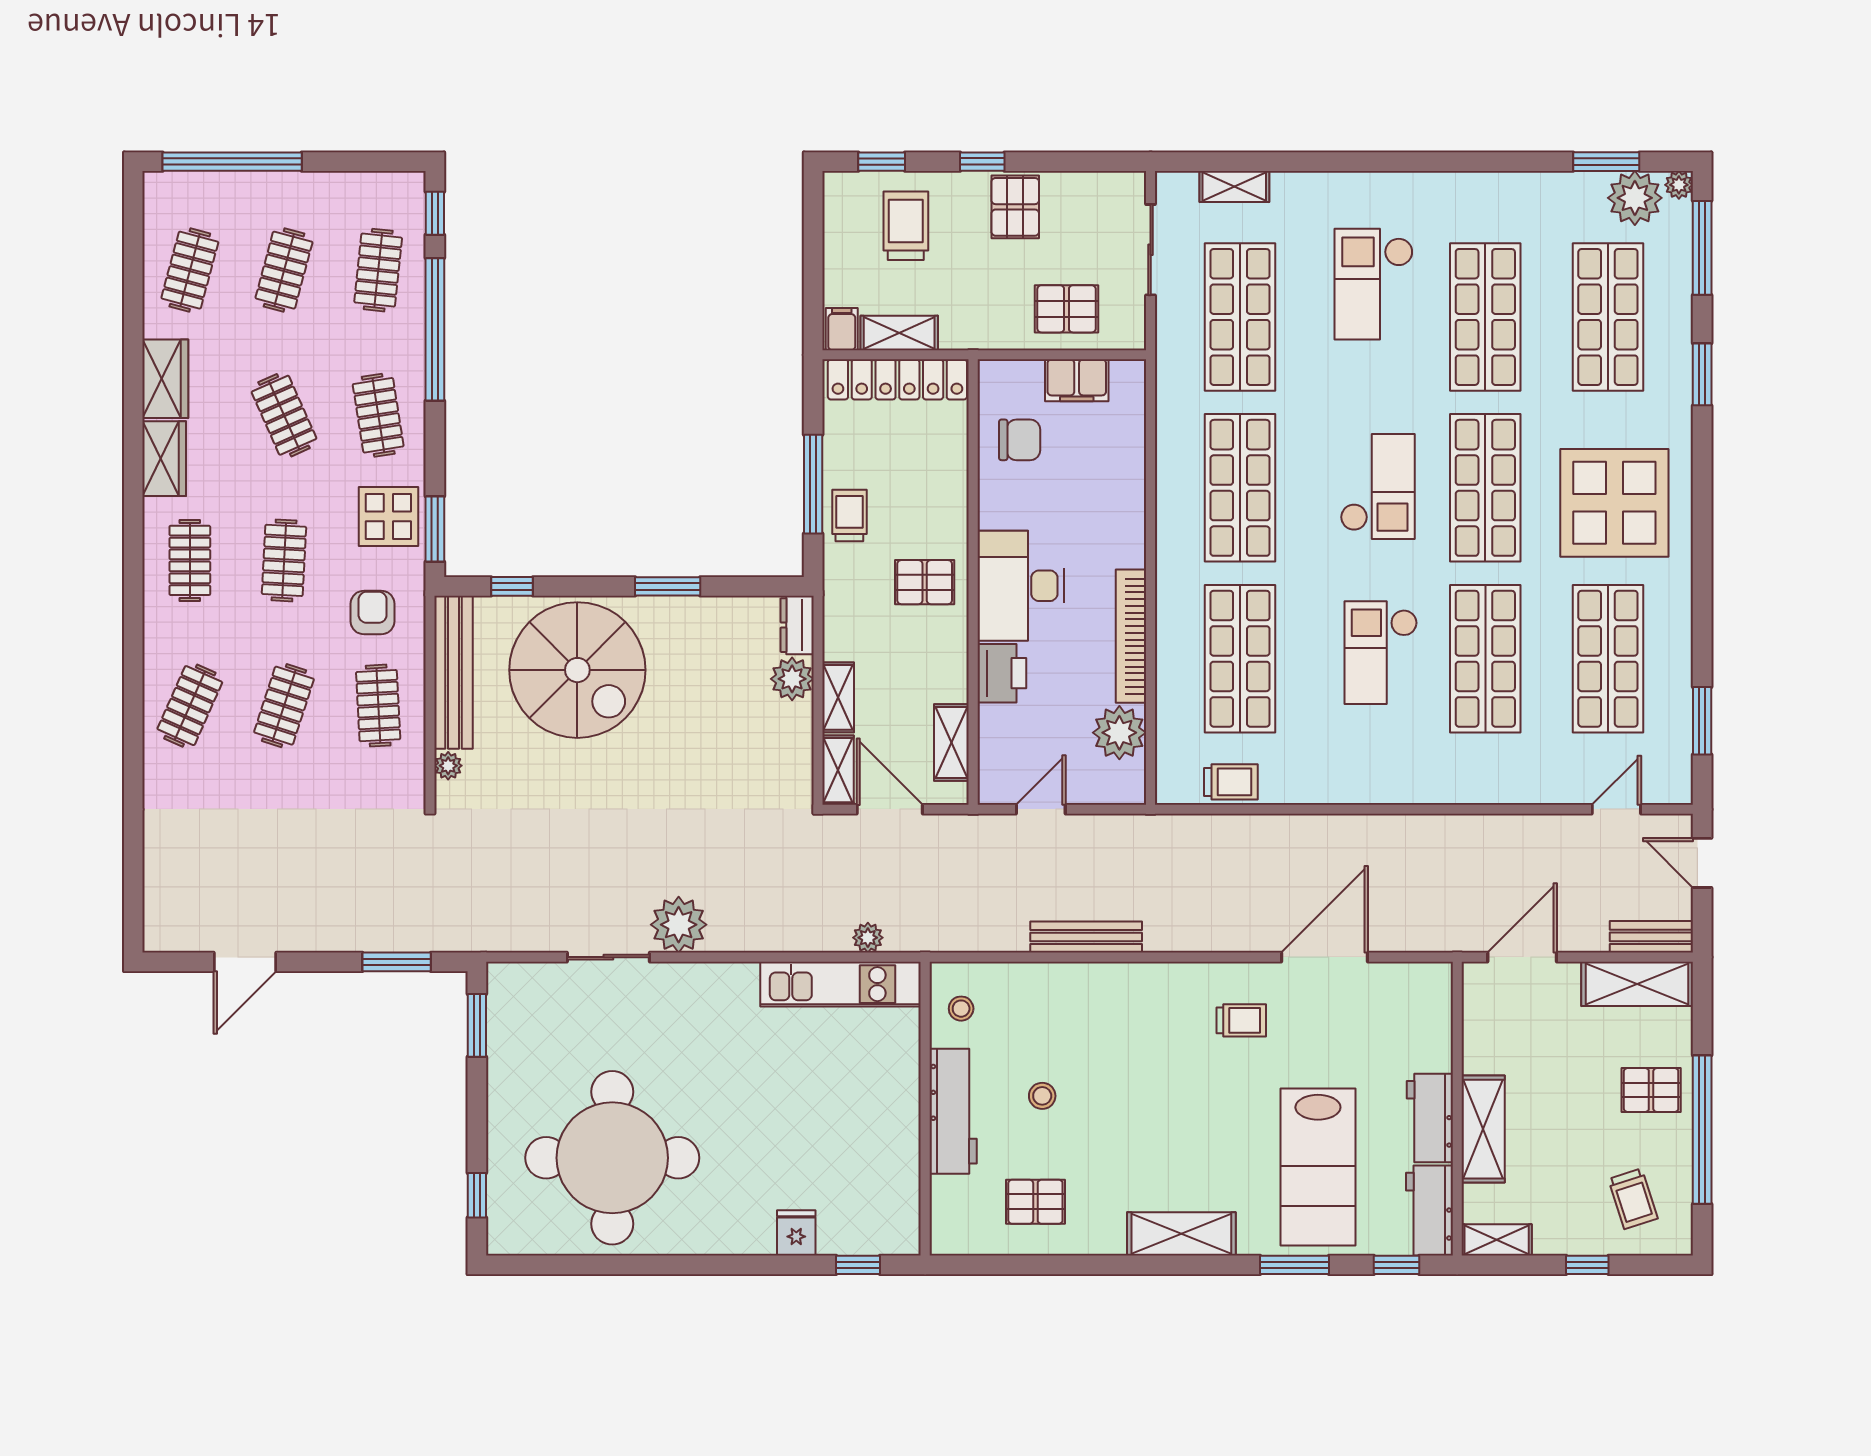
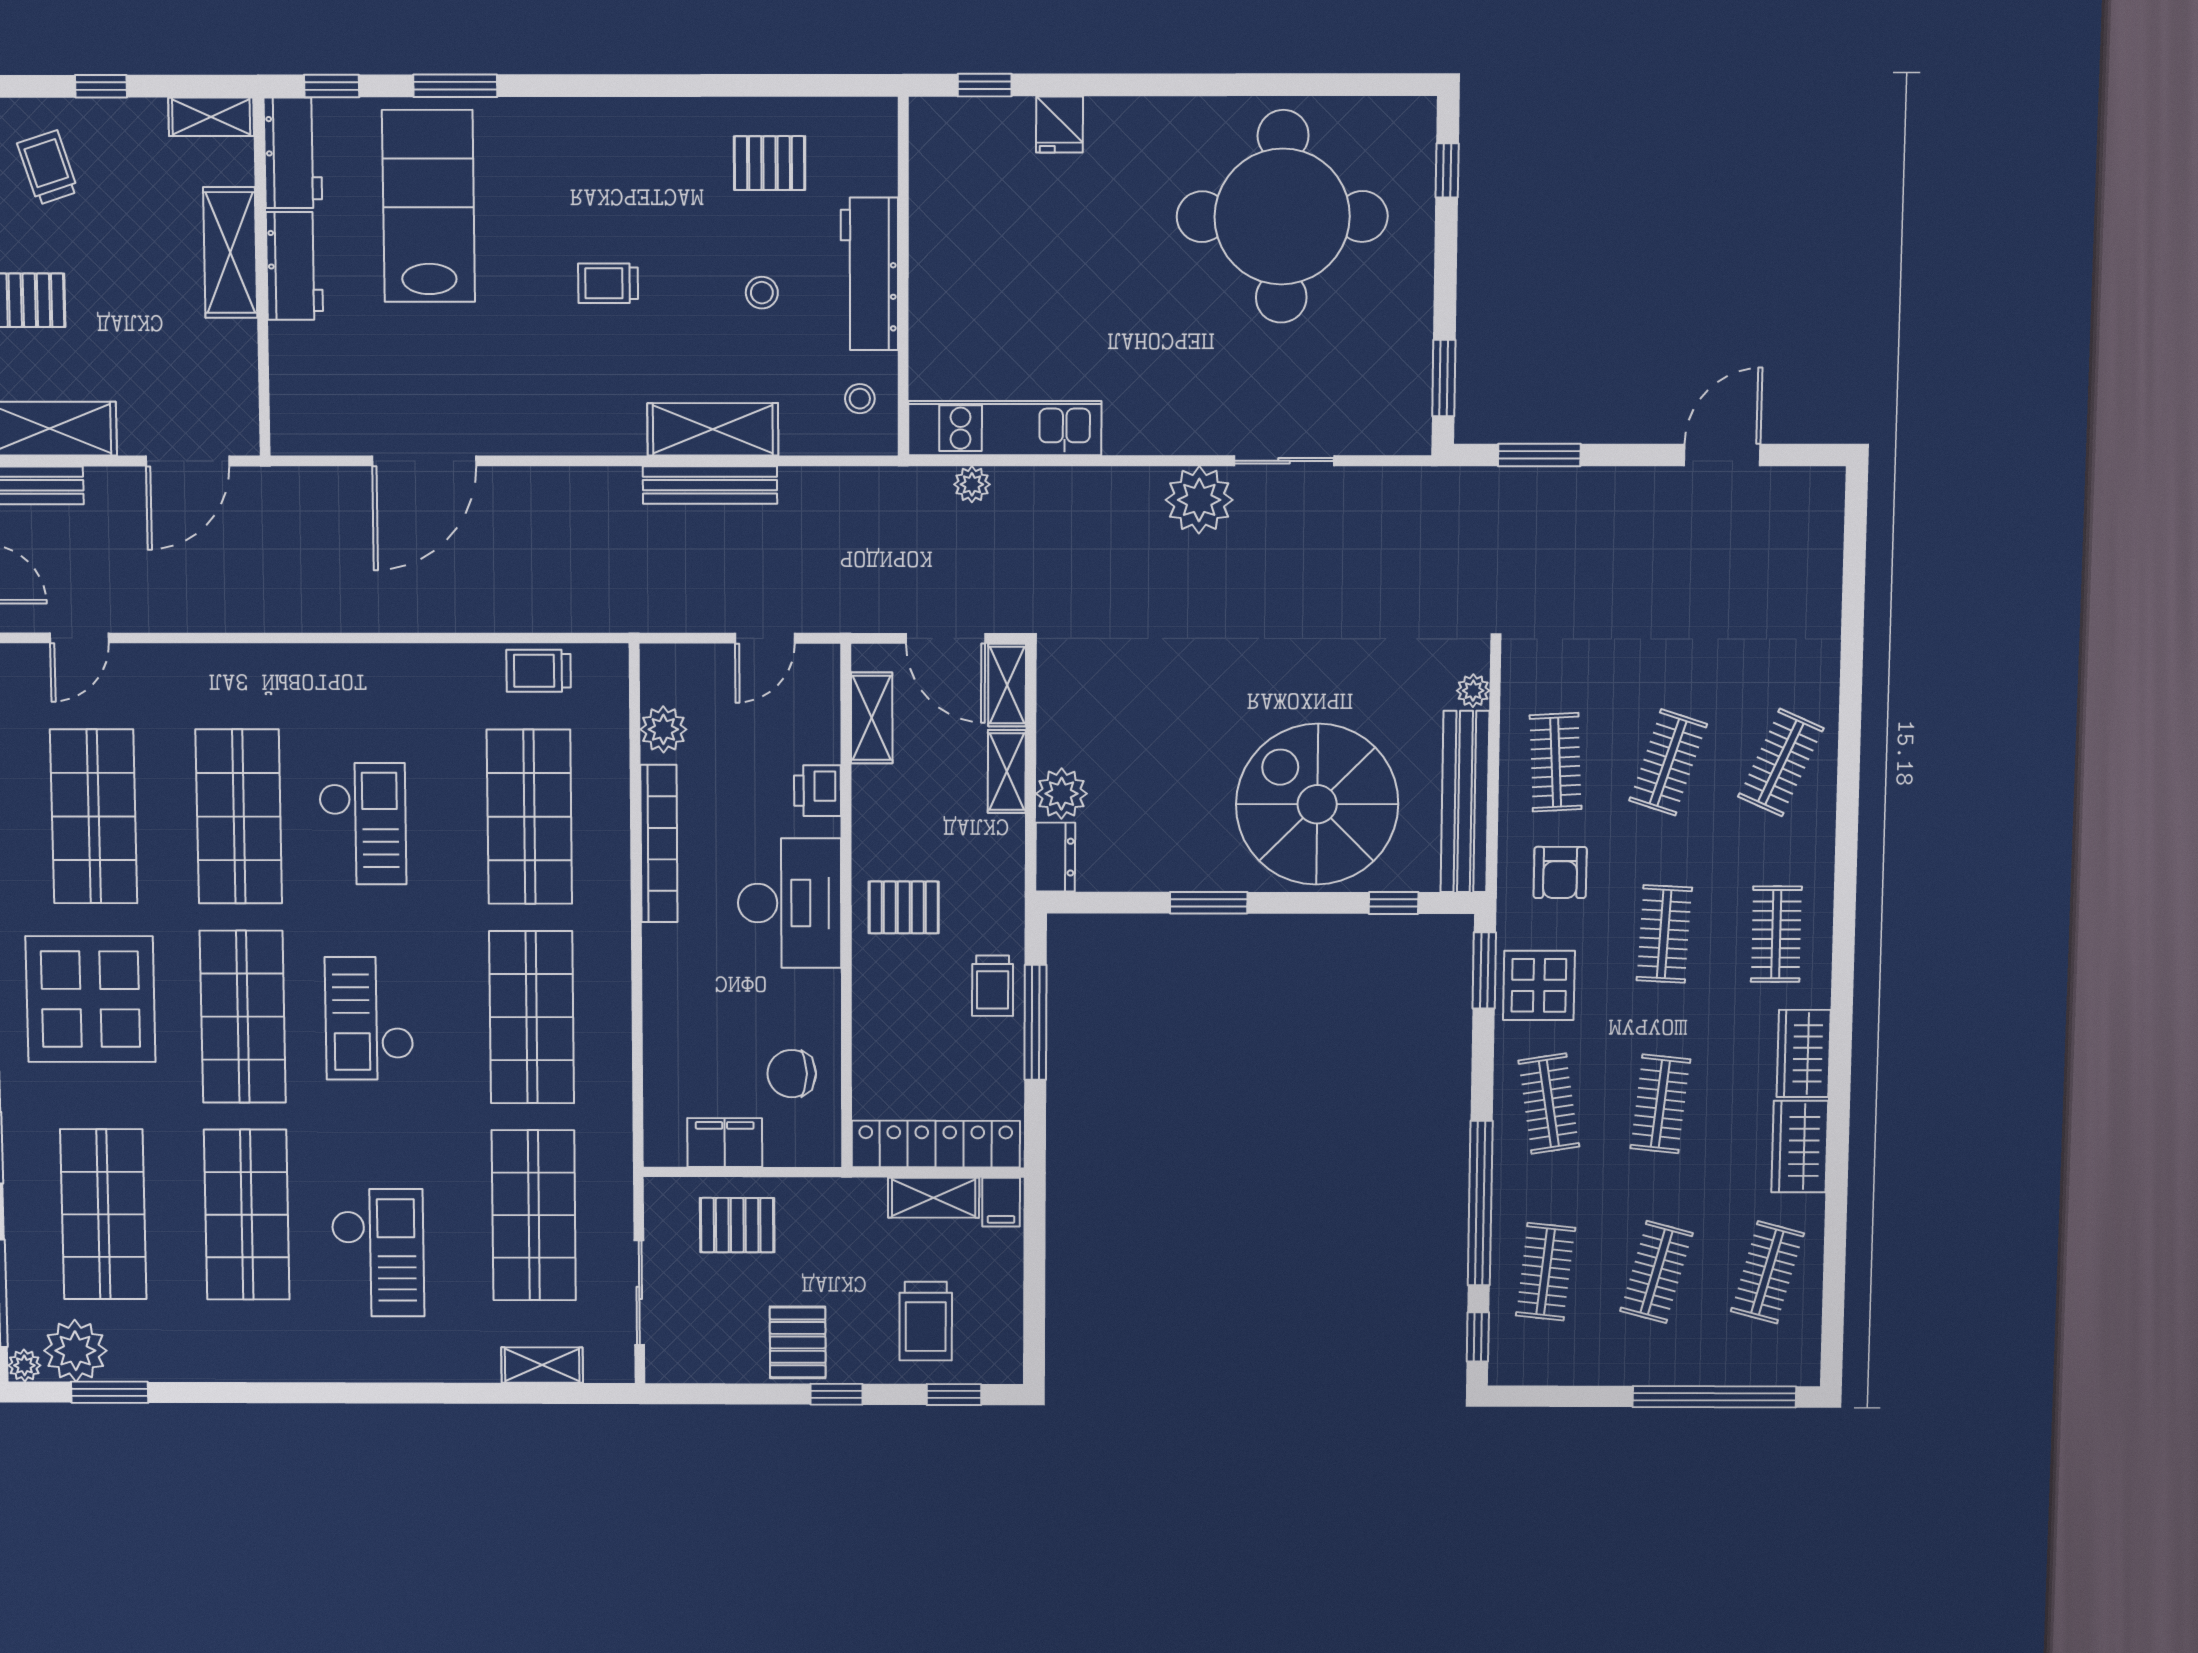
clothes rail: (284, 415) -> (1660, 1104), turned 30
printer: (1002, 673) -> (817, 791), width x0.73, depth x0.81
plant: (1119, 733) -> (663, 729), width x0.73, depth x0.73
trolley: (1241, 1020) -> (608, 283), moved
shelving: (1181, 1234) -> (713, 429), moved

